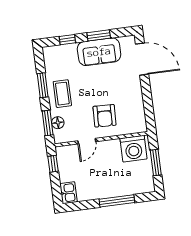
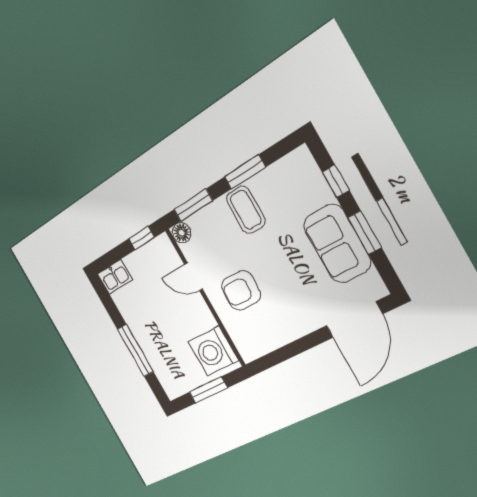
coffee table: (62, 94) -> (246, 210), turned 90
floor lamp: (58, 123) -> (182, 233), moved

